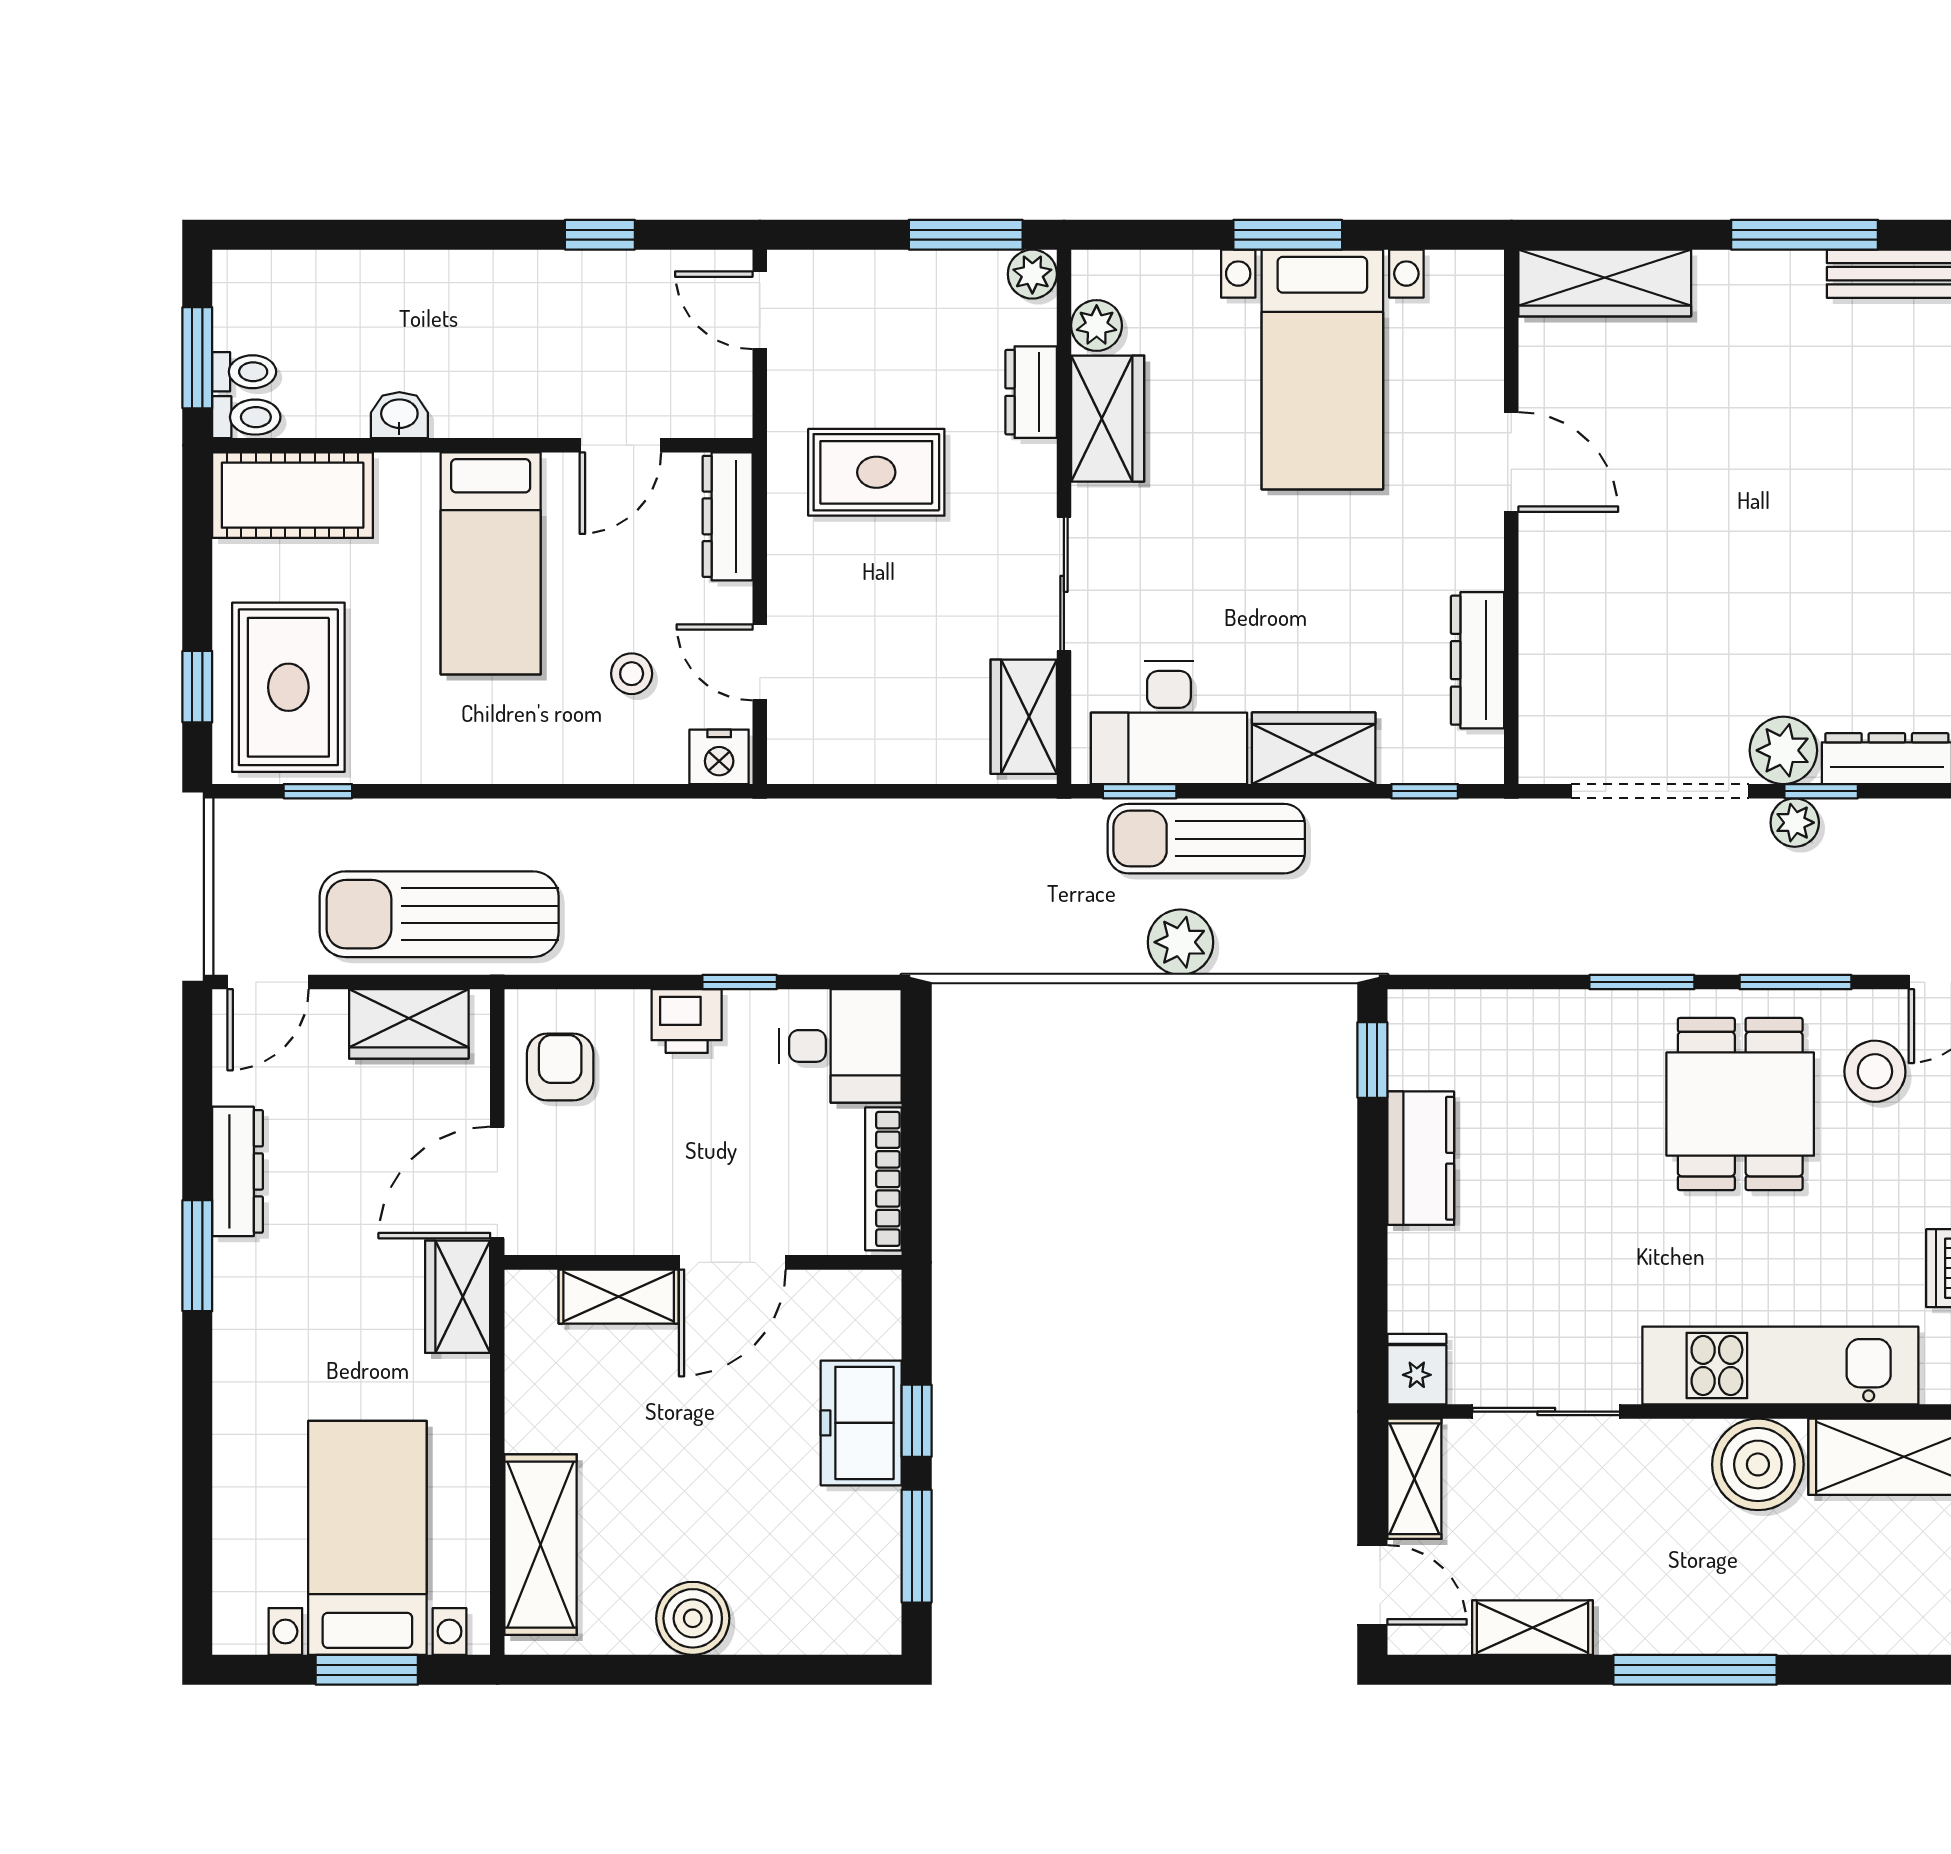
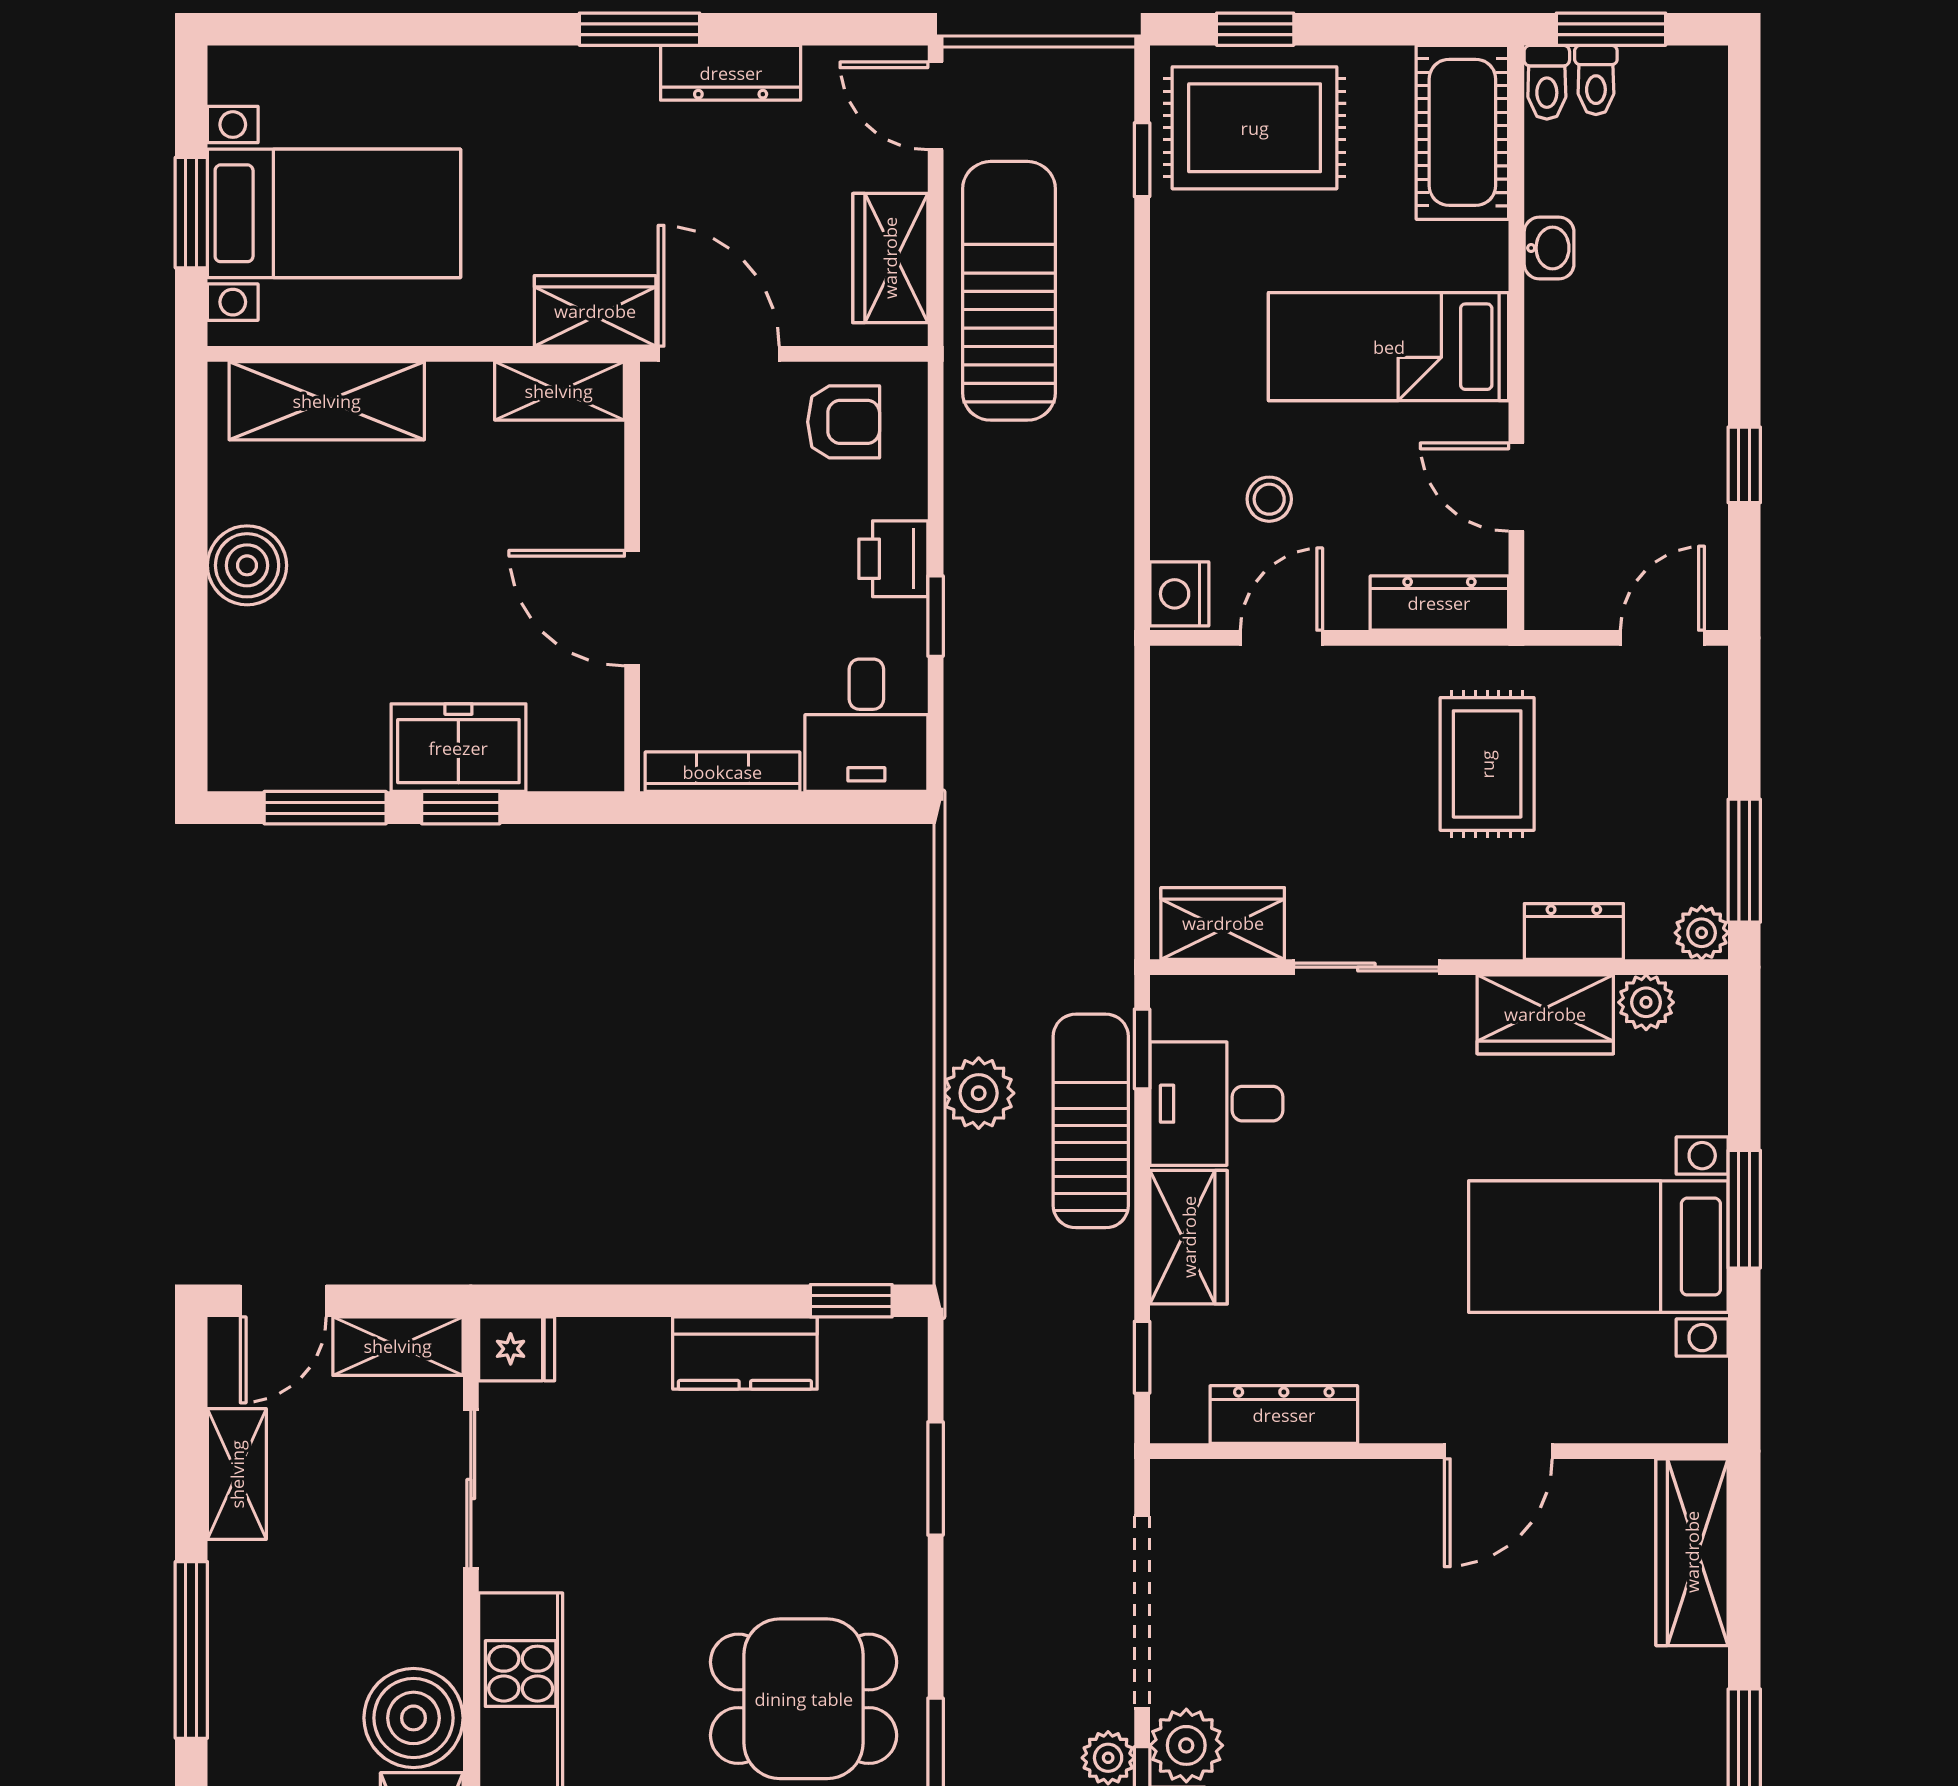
desk: (1169, 723) -> (1216, 1104), width x0.73
window: (1642, 982) -> (936, 1479), moved
shelving: (619, 1297) -> (559, 391), moved, turned 90

